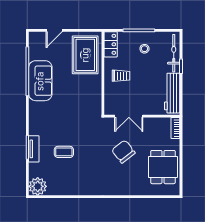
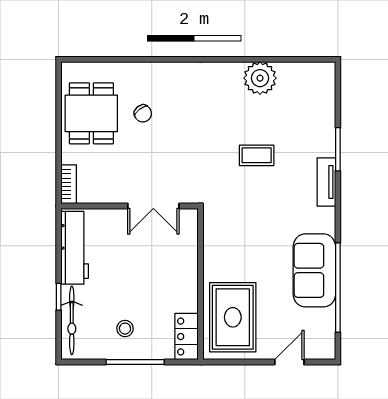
trolley: (121, 76) -> (168, 279), removed
double door: (129, 116) -> (153, 206), swing flipped
tv unit: (34, 149) -> (326, 182), moved
coffee table: (64, 152) -> (257, 155), moved
chair: (123, 152) -> (143, 113), moved, width x0.54, depth x0.54
plant: (38, 186) -> (260, 78), moved

